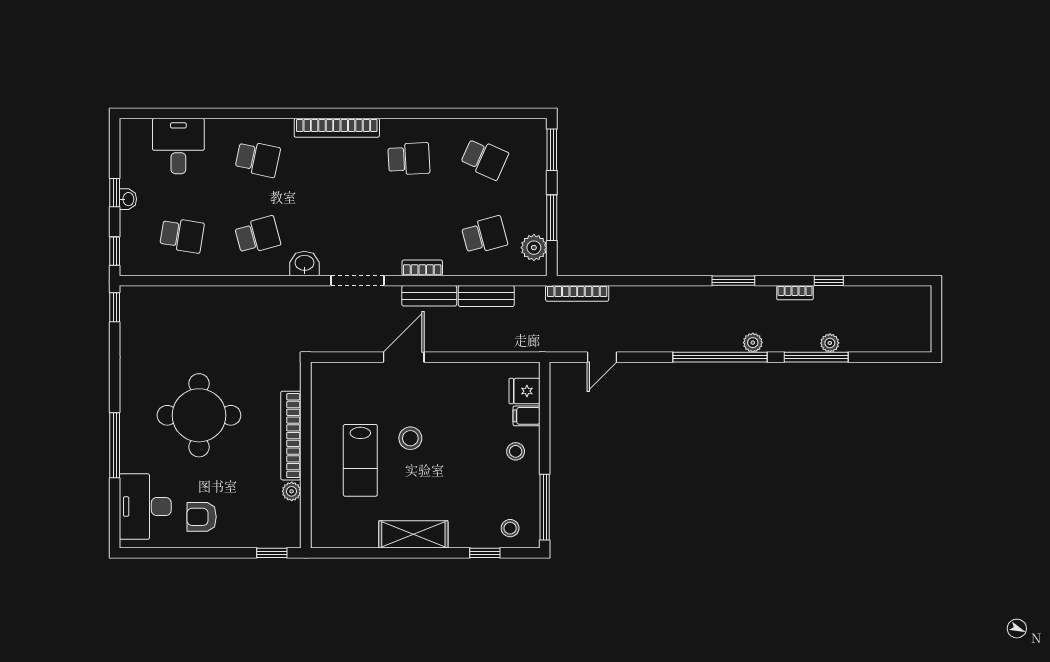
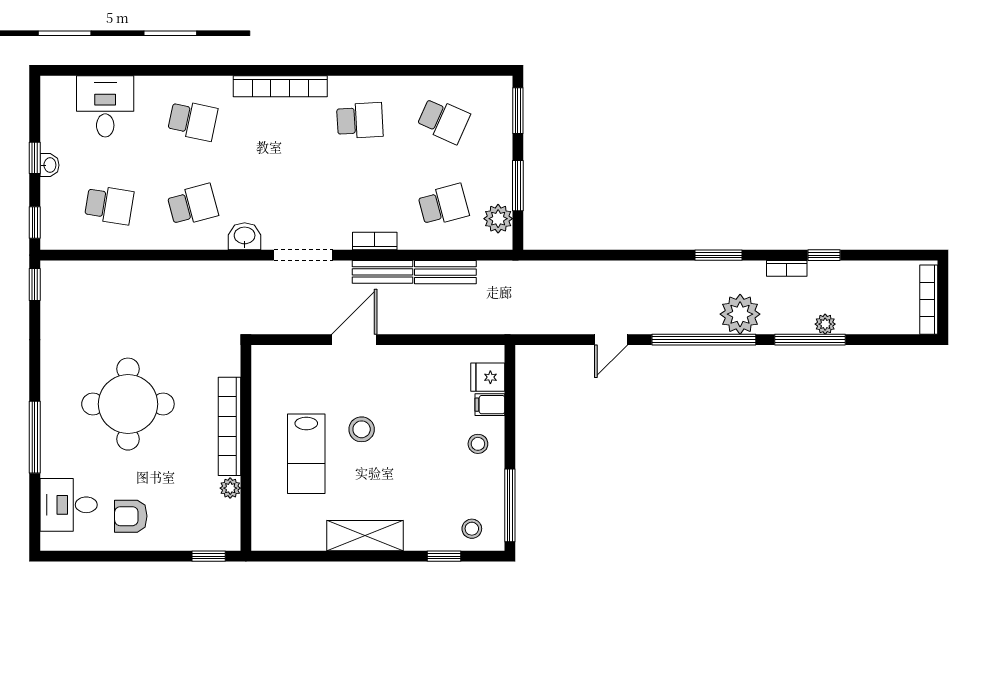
bookcase: (577, 293) -> (929, 300), moved, turned 90
plant: (753, 343) -> (740, 314), width x1.88, depth x1.88
door: (602, 357) -> (611, 340), moved
desk: (145, 507) -> (69, 505), width x0.73

